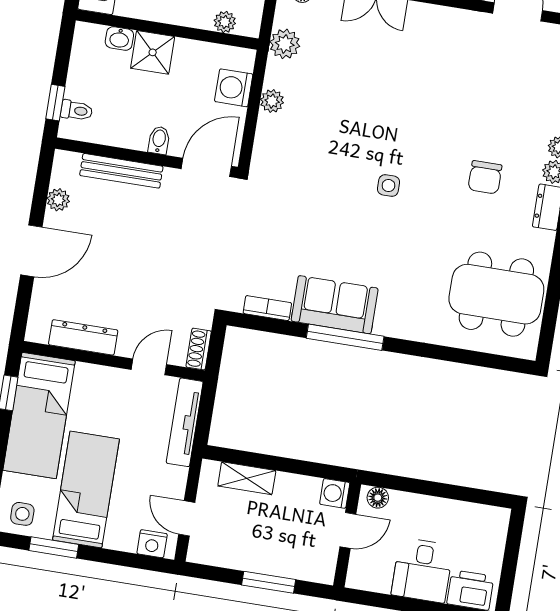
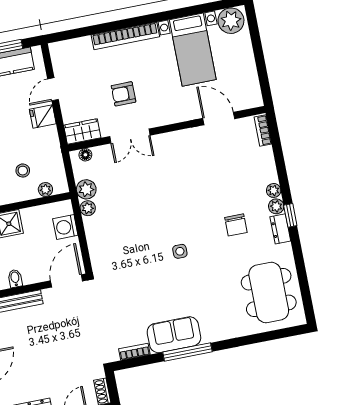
plant: (272, 101) -> (88, 208), moved
bidet: (159, 140) -> (15, 278), moved
dining table: (496, 294) -> (269, 293), turned 90

